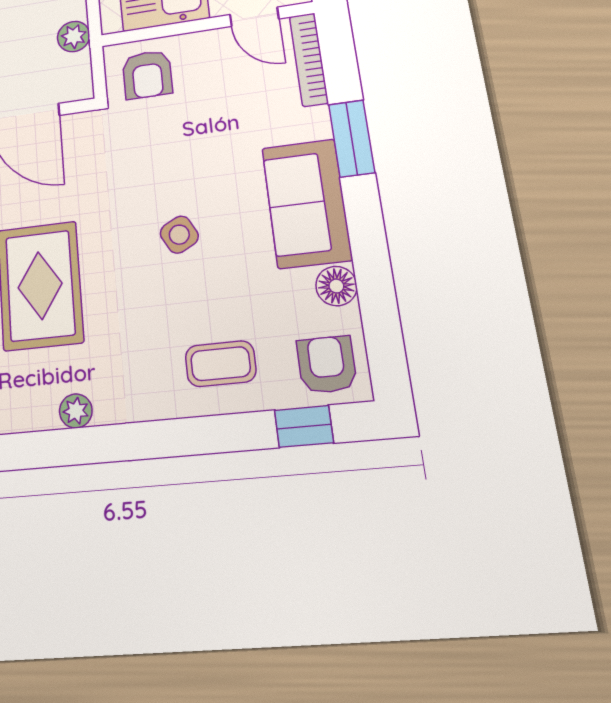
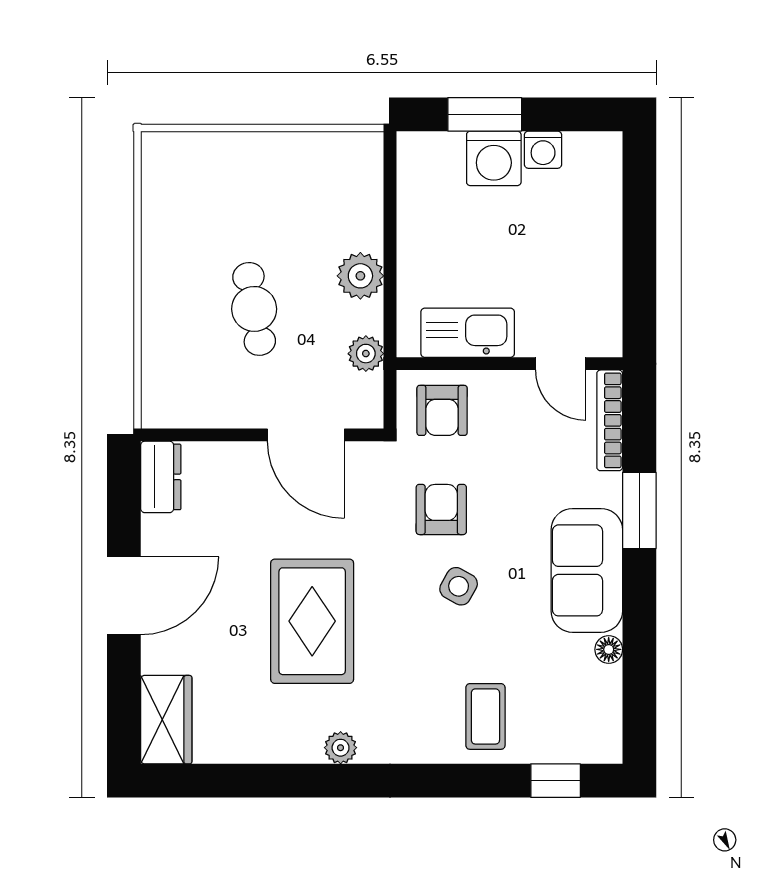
side table: (179, 235) -> (459, 586), turned -33
floor lamp: (336, 286) -> (609, 649), width x0.73, depth x0.73
coffee table: (221, 364) -> (485, 716), turned 90
armchair: (327, 365) -> (441, 509), moved

